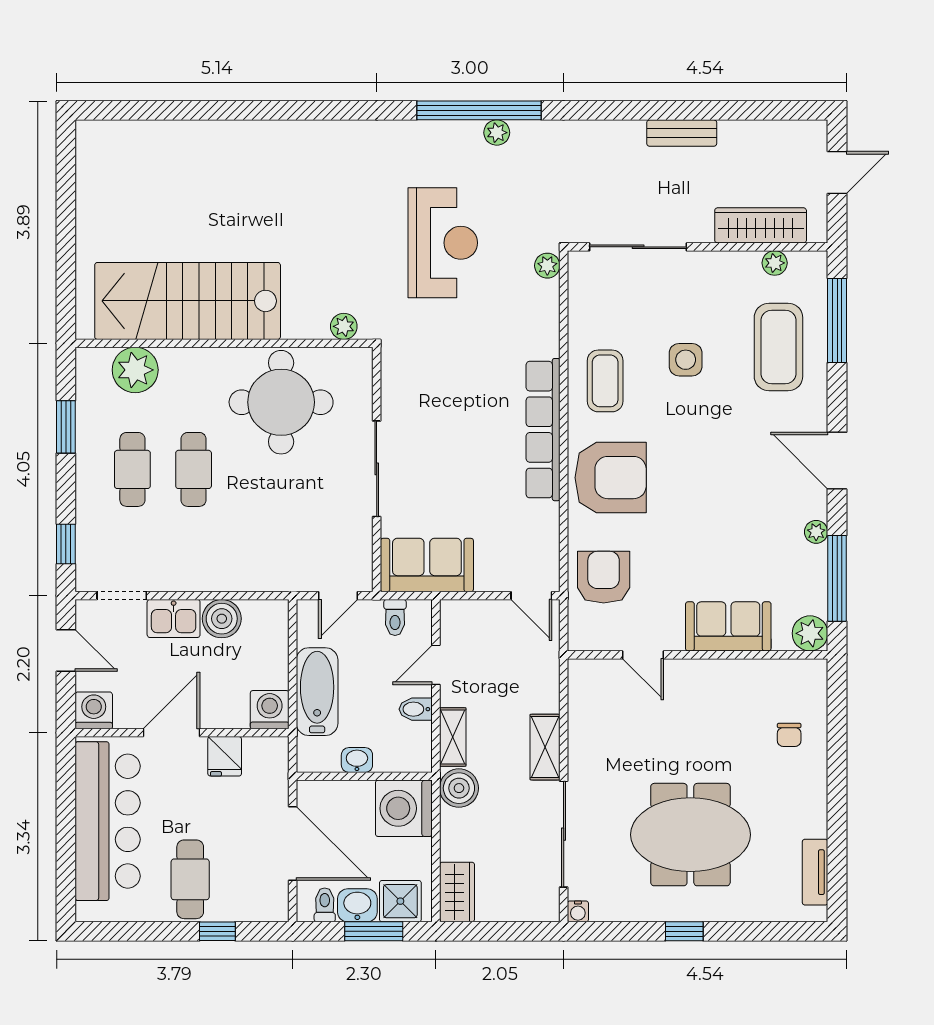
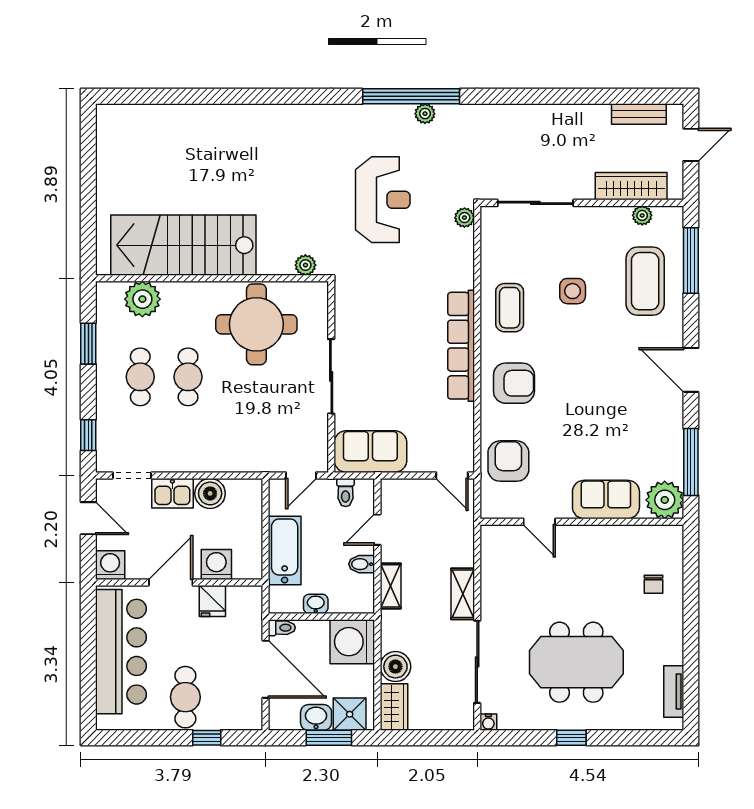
bench: (682, 133) -> (639, 114), moved
armchair: (611, 478) -> (514, 383), width x0.73, depth x0.73
plant: (816, 532) -> (675, 426), removed
plant: (810, 633) -> (665, 500), width x1.36, depth x1.36
washing machine: (270, 710) -> (216, 565), moved
boiler: (459, 788) -> (395, 667), moved
toilet: (325, 905) -> (282, 628), moved, turned 90

